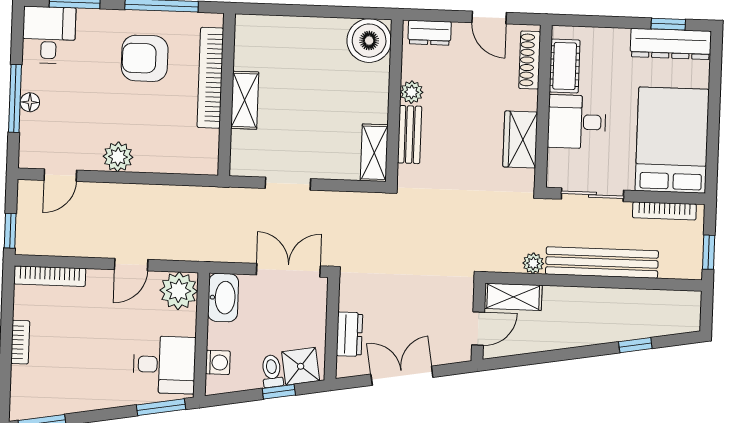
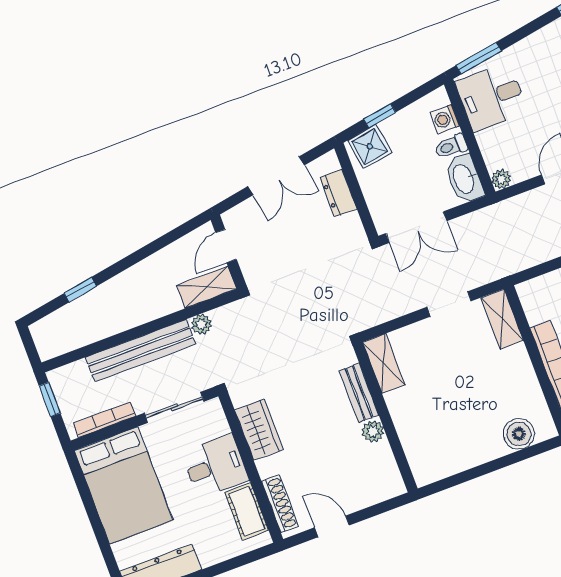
dresser: (430, 33) -> (379, 491), removed
boiler: (369, 41) -> (519, 434), moved, width x0.73, depth x0.73
shelving: (245, 100) -> (502, 319), moved
plant: (179, 291) -> (501, 179), width x0.53, depth x0.53
toilet: (272, 371) -> (451, 146), moved, turned 100

